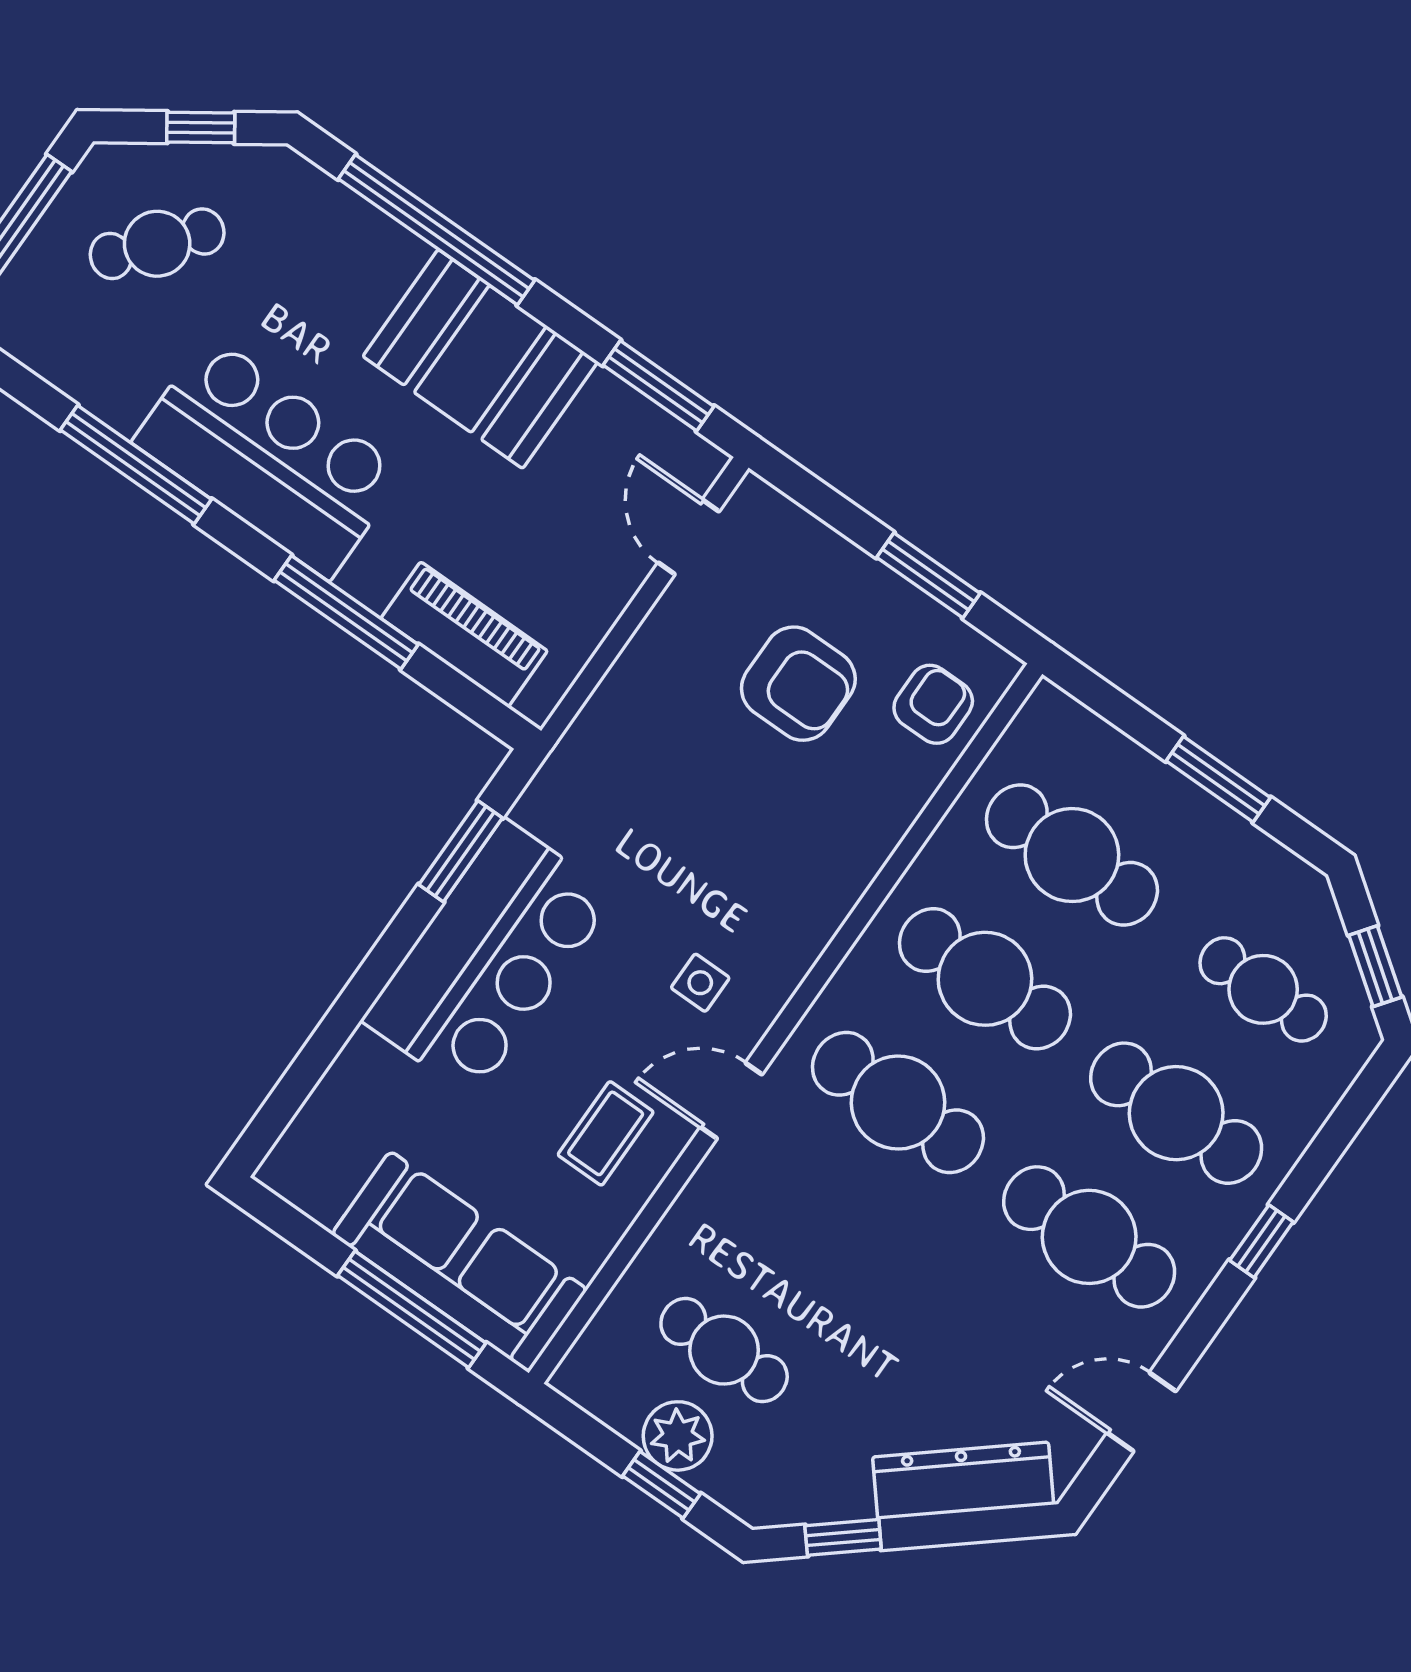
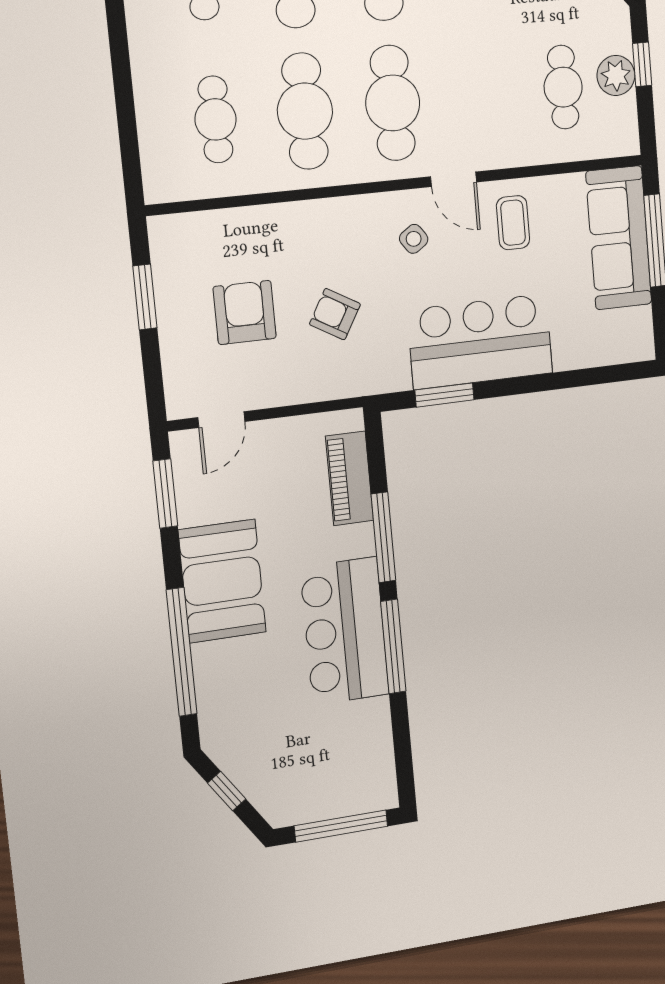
cafe table: (157, 244) -> (294, 762), removed
window: (136, 465) -> (393, 646), moved
armchair: (933, 704) -> (335, 314), moved, turned 30
window: (1218, 779) -> (123, 81), removed
cafe table: (1072, 855) -> (216, 119), width x0.73, depth x0.74
side table: (700, 983) -> (414, 239), turned -35
coffee table: (606, 1133) -> (513, 223), turned 90

